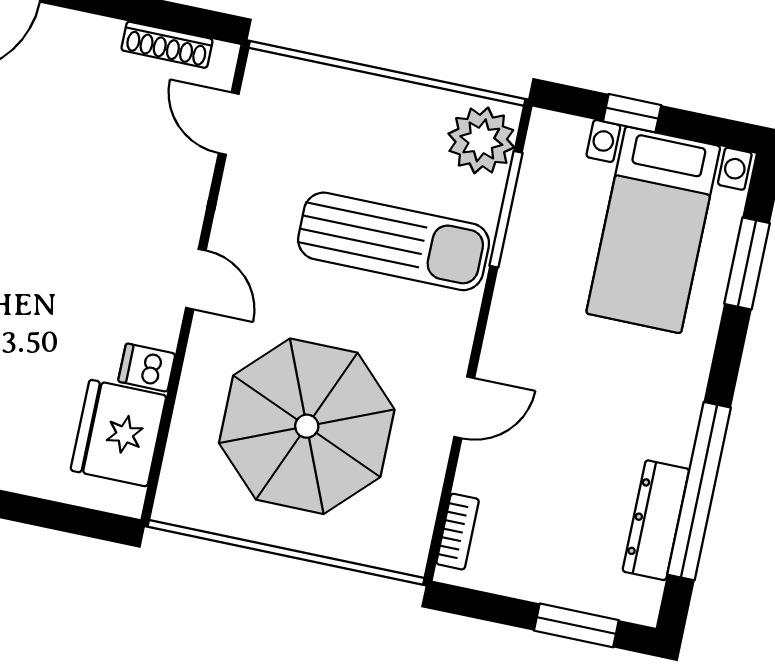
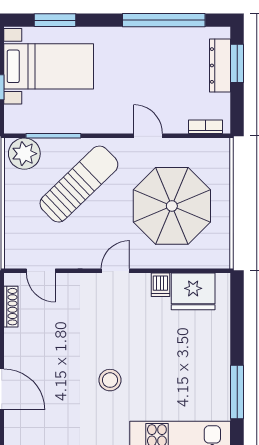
door: (229, 123) -> (41, 271), hinge flipped
sun lounger: (394, 241) -> (79, 184), turned 46
dresser: (656, 520) -> (220, 65), moved, turned 90

